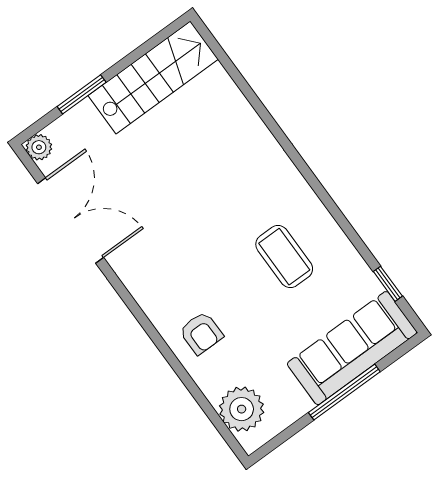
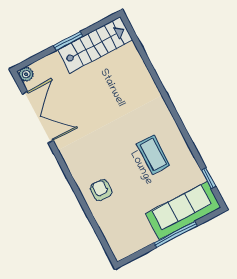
window: (82, 94) -> (68, 41), moved
armchair: (201, 333) -> (101, 190), turned 180
plant: (242, 409) -> (117, 236), removed

